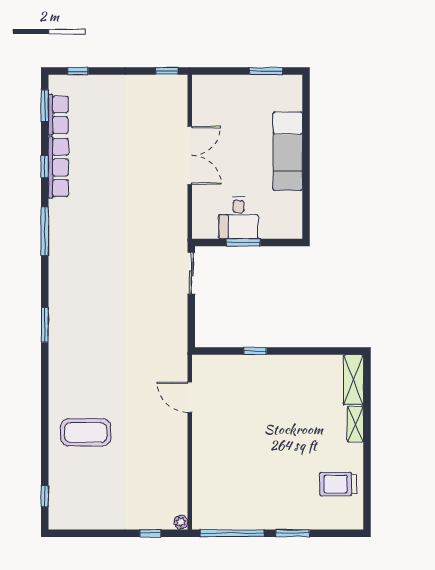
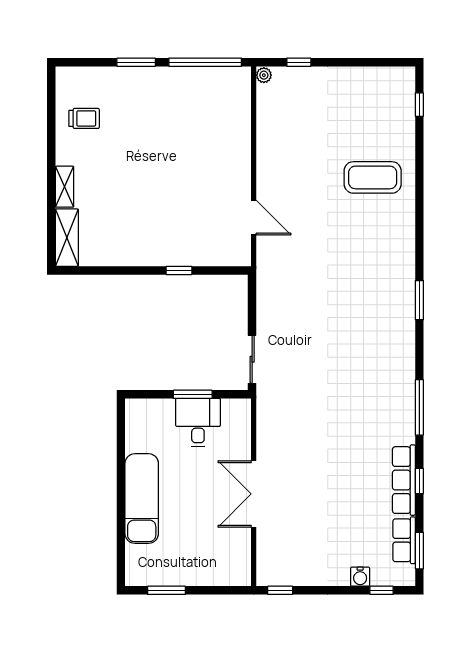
water cooler: (97, 83) -> (360, 577), added
trolley: (338, 484) -> (84, 118), width x0.73, depth x0.72

